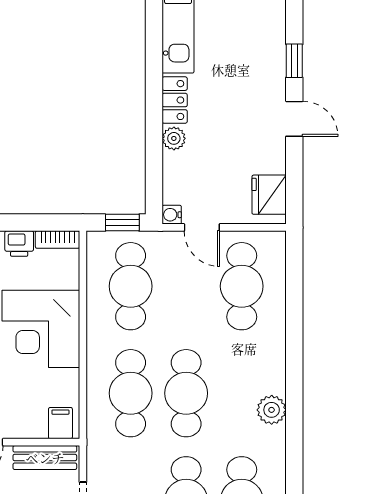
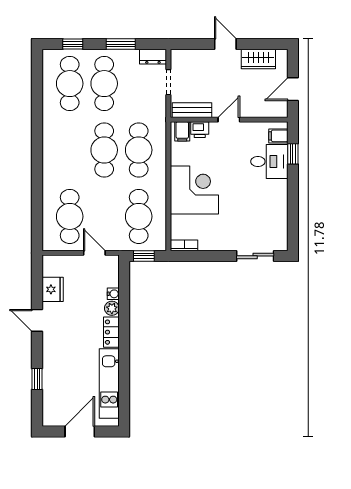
window: (294, 61) -> (37, 379), moved
fridge: (269, 195) -> (53, 289), moved
water cooler: (172, 215) -> (113, 294), moved
printer: (19, 244) -> (200, 130), moved, turned 180
plant: (272, 410) -> (51, 140), removed

